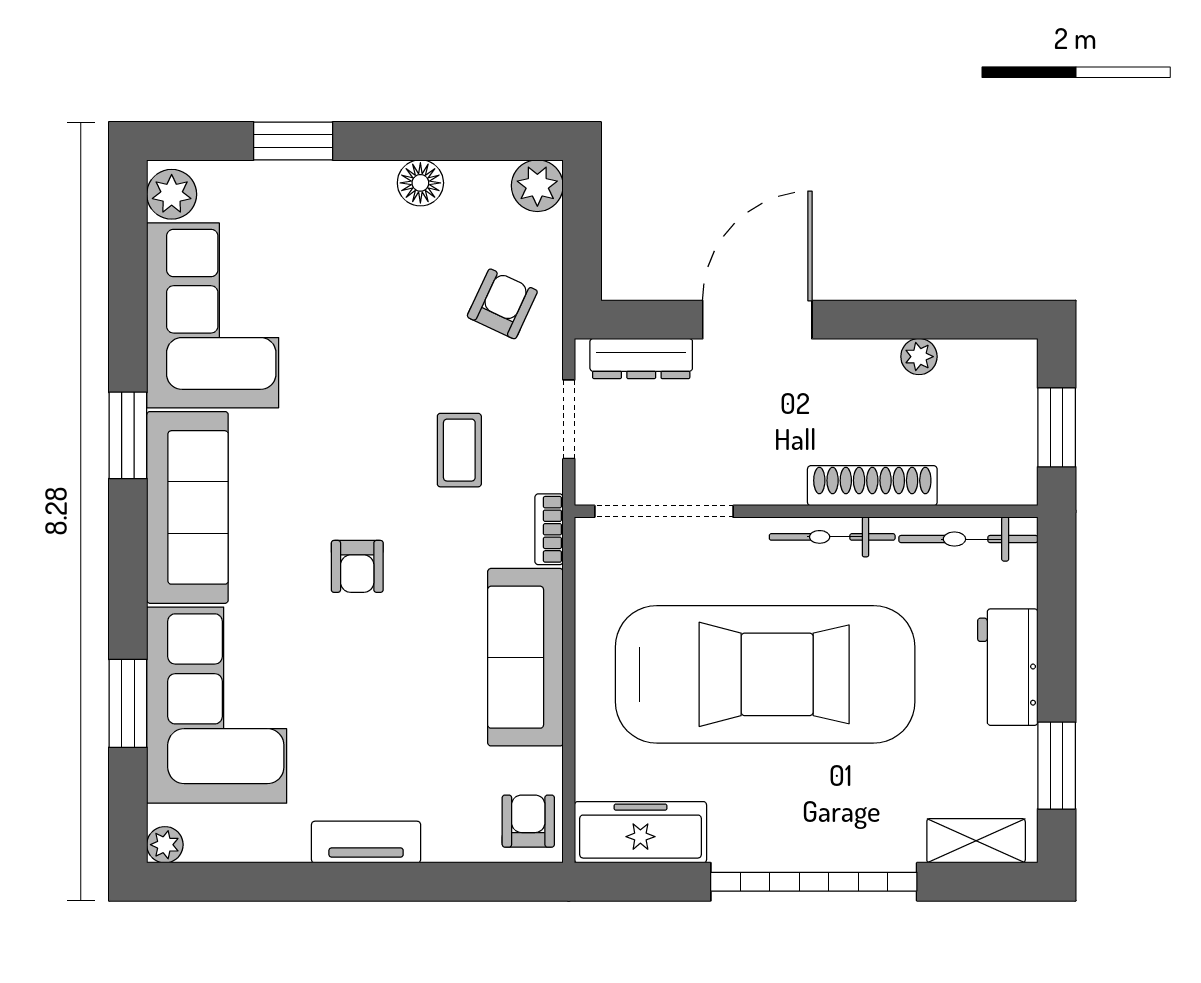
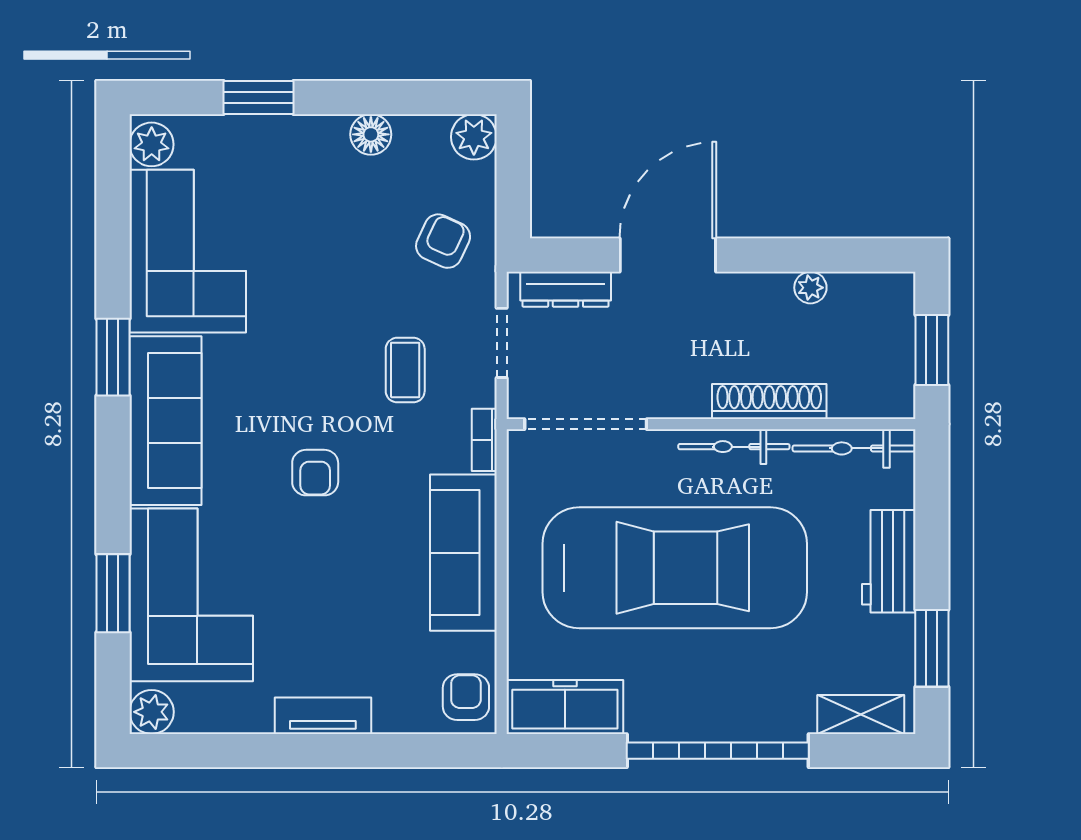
plant: (165, 845) -> (152, 712), width x1.38, depth x1.38

